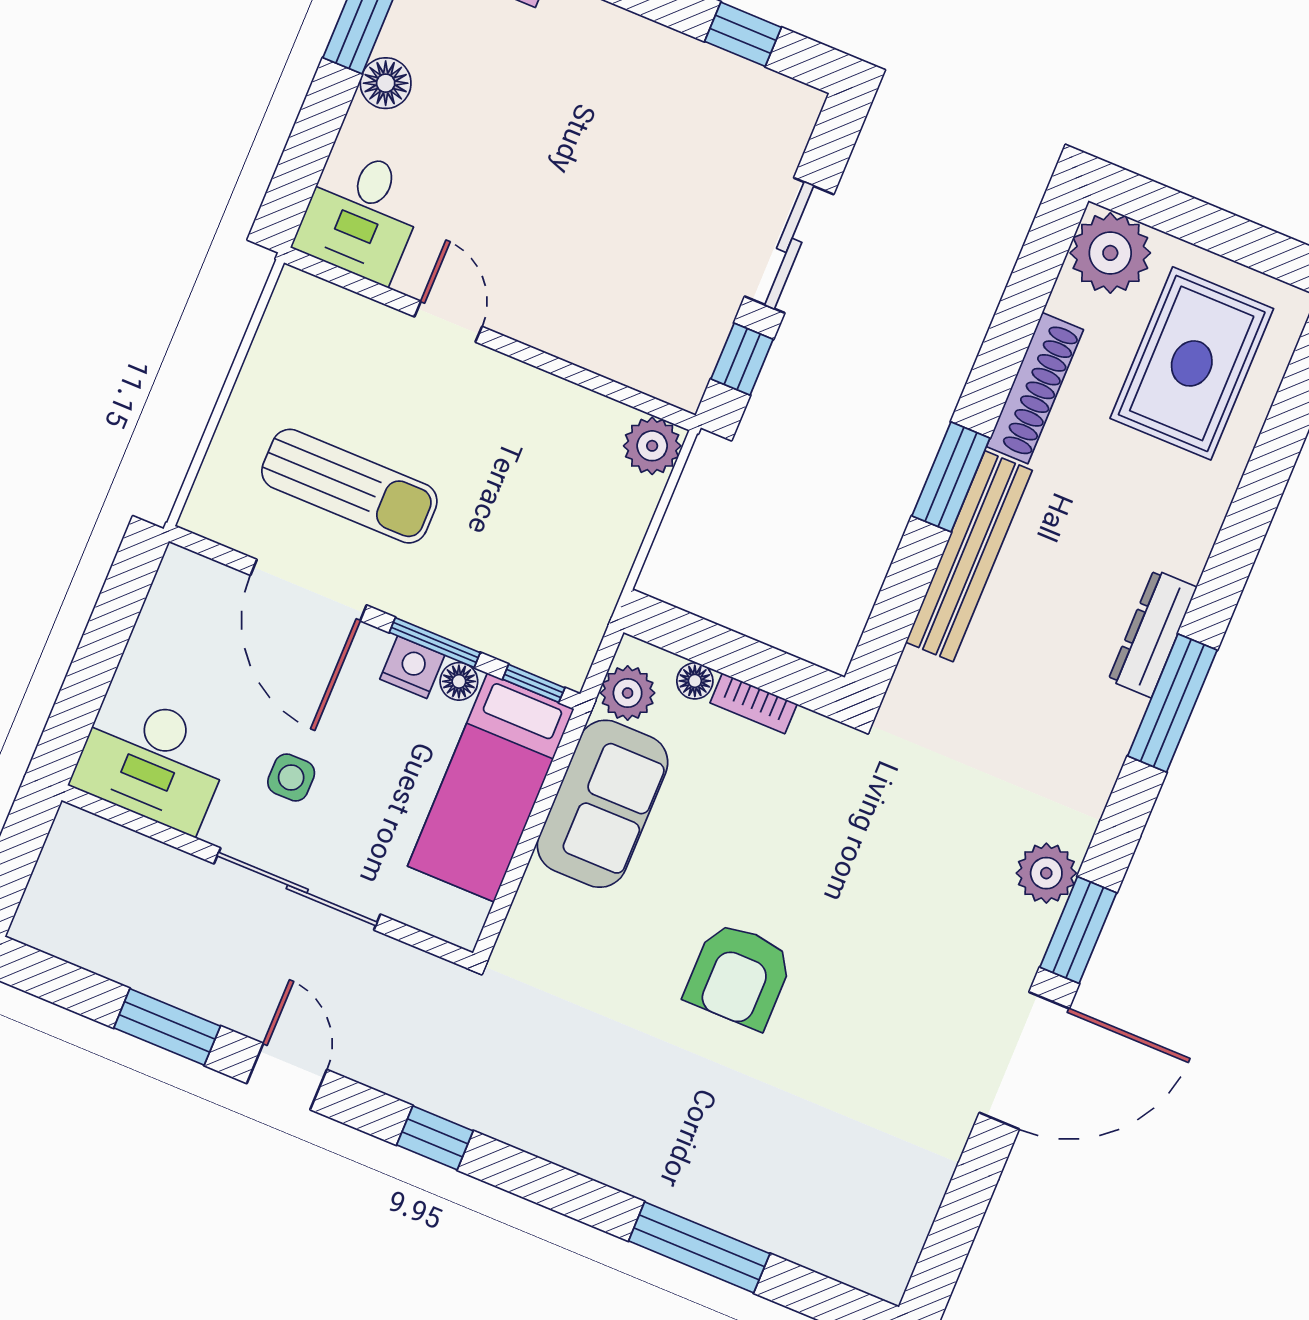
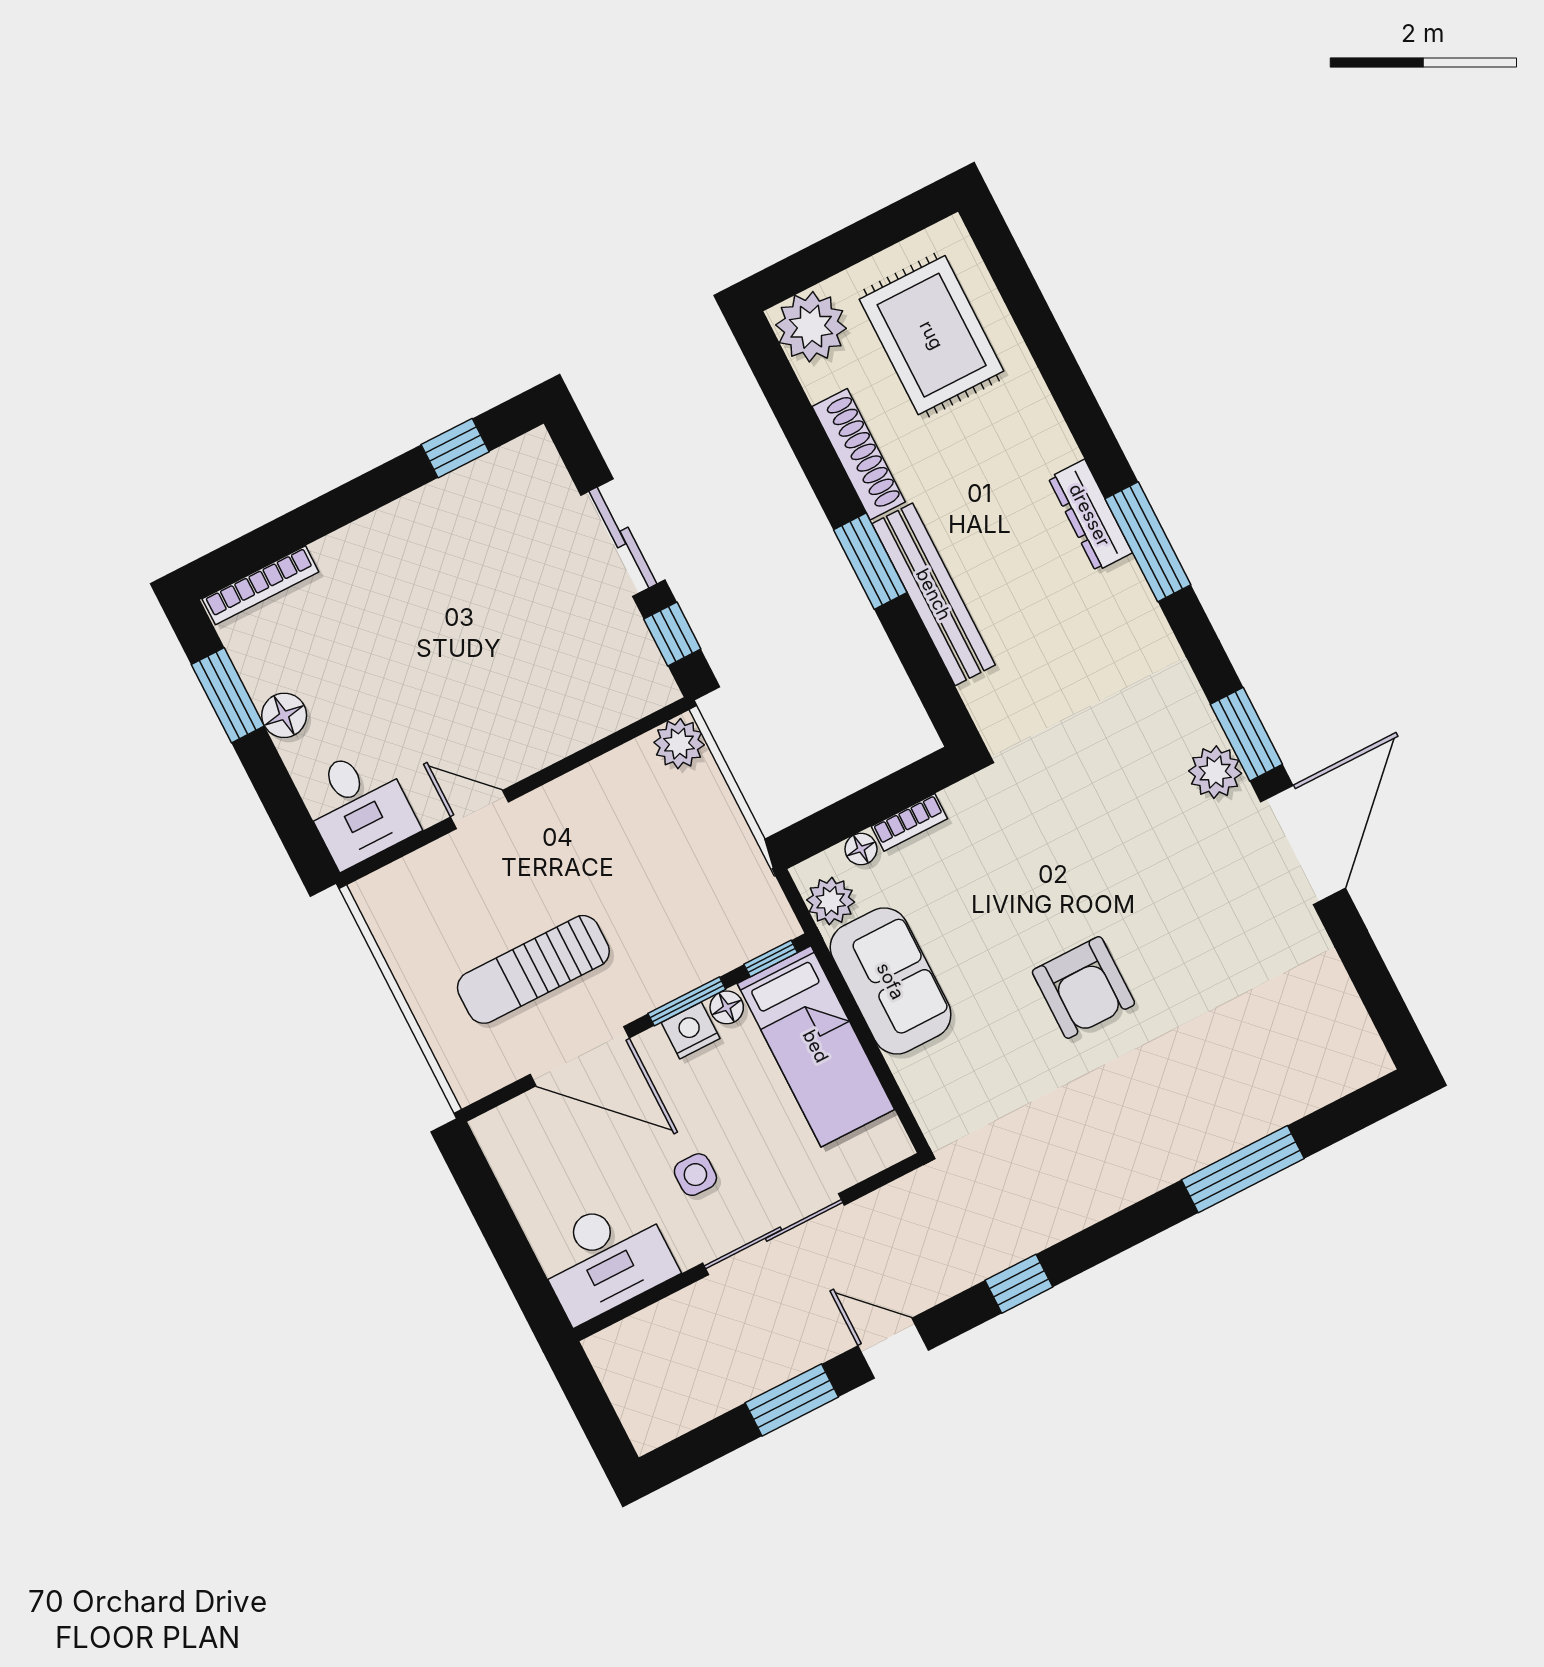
sun lounger: (349, 486) -> (533, 969), turned 180
plant: (1046, 873) -> (1215, 772), moved

